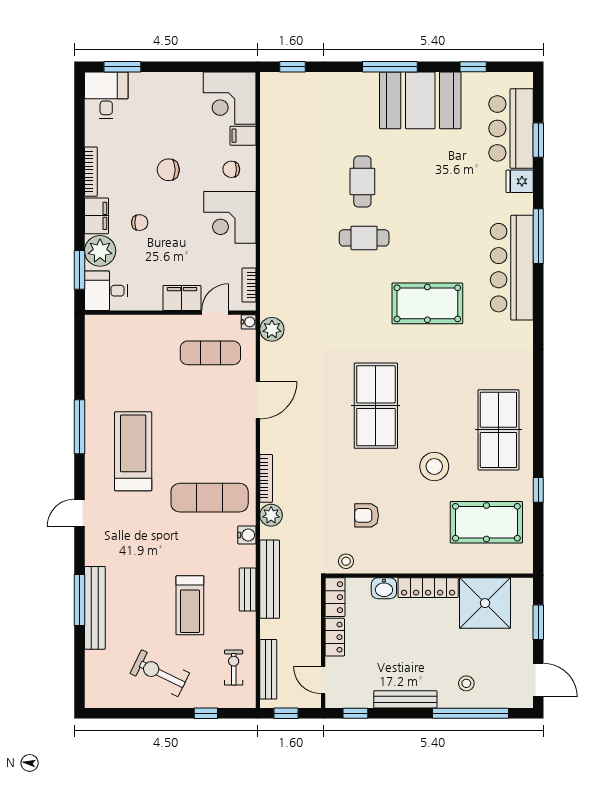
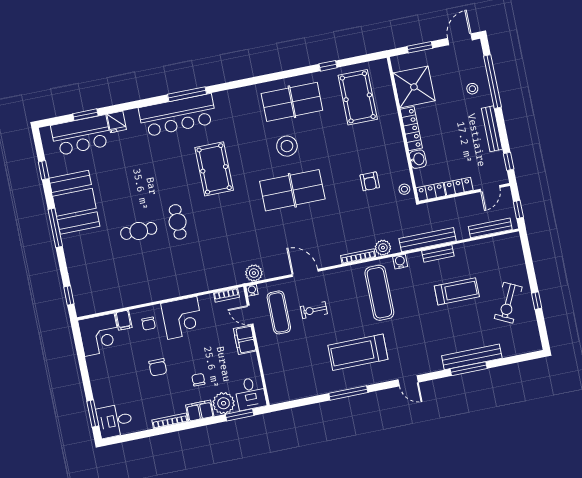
window: (538, 236) -> (187, 94), moved
stool: (434, 466) -> (287, 146), moved
exercise bike: (234, 667) -> (314, 310), moved
window: (206, 713) -> (537, 301), moved

